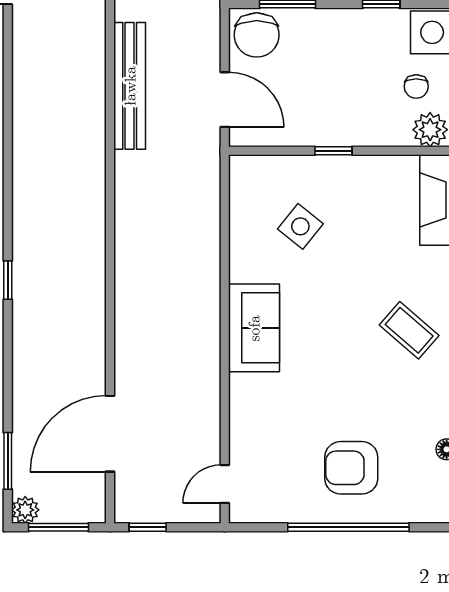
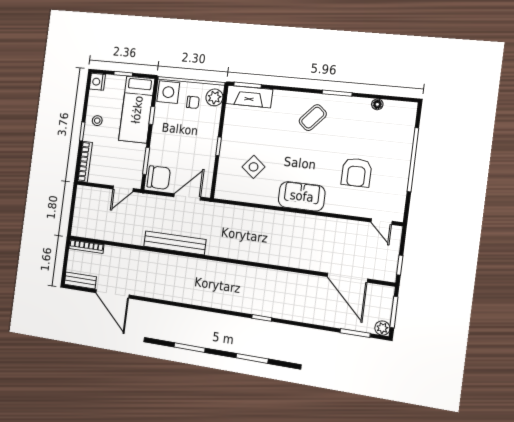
armchair: (351, 468) -> (356, 172), moved

